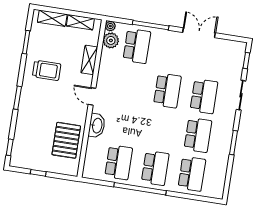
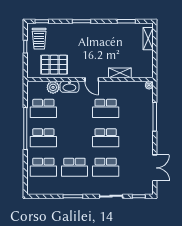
shelving: (80, 22) -> (148, 61), removed
double door: (199, 33) -> (155, 168), moved
plant: (111, 40) -> (53, 87), moved
school desk: (137, 46) -> (106, 108), moved
trolley: (47, 70) -> (39, 39), moved
door: (92, 96) -> (92, 80), swing flipped

